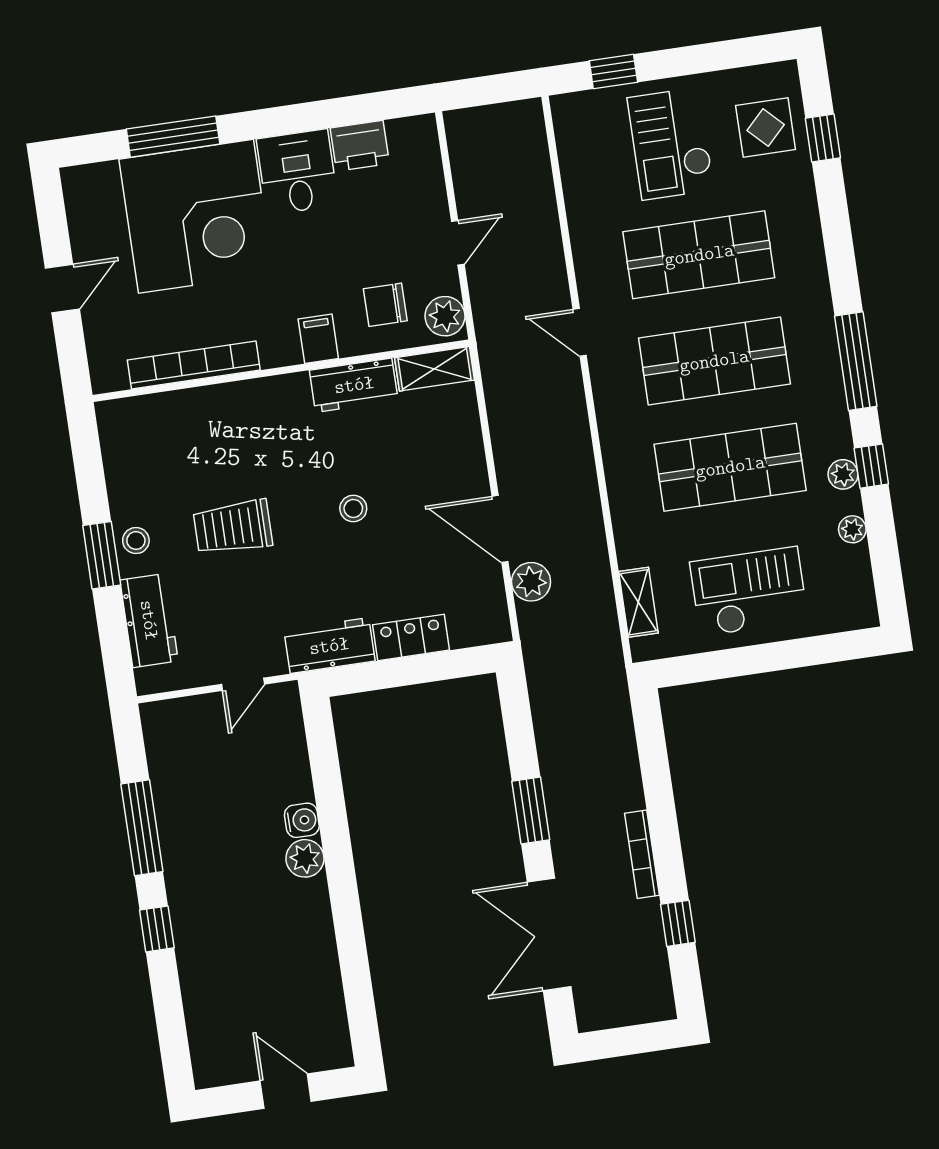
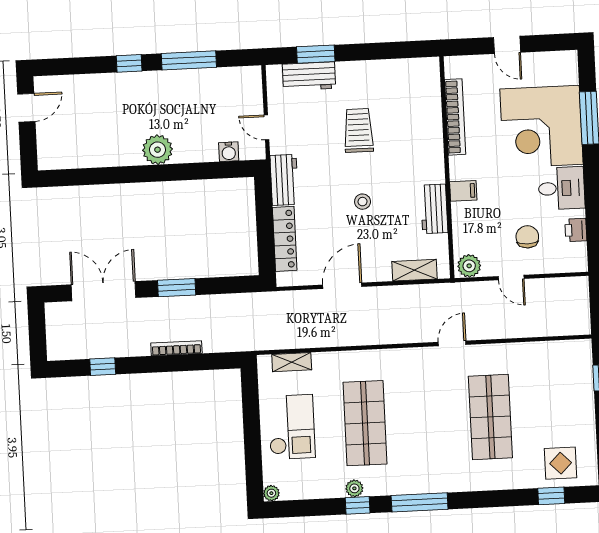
checkout: (671, 144) -> (557, 407), removed
printer: (360, 146) -> (576, 230), width x0.73, depth x0.81
chair: (385, 305) -> (527, 237), moved
shop shelf: (714, 361) -> (428, 420), removed
shelving: (435, 369) -> (414, 270), moved, turned 90
plant: (852, 529) -> (271, 493), moved
stool: (136, 541) -> (356, 73), removed
window: (102, 555) -> (316, 54), moved
plant: (531, 582) -> (310, 301), removed
locker: (411, 637) -> (285, 239), width x1.53
water cooler: (302, 820) -> (229, 152), moved
bookcase: (642, 854) -> (176, 348), moved
plant: (305, 858) -> (157, 150), width x1.36, depth x1.36
door: (286, 1091) -> (26, 108), moved

